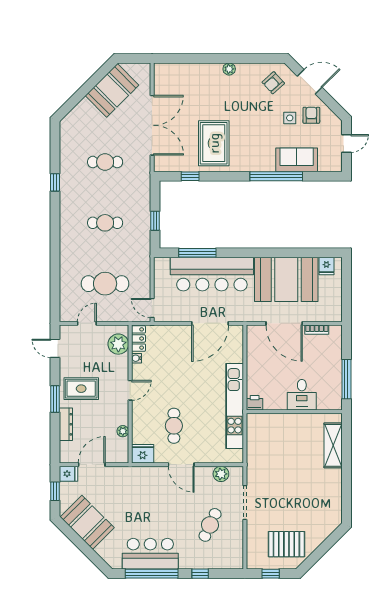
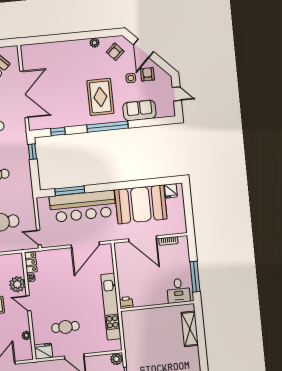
plant: (229, 69) -> (95, 43), moved
door: (310, 82) -> (143, 48), swing flipped
rug: (214, 143) -> (100, 97), moved
door: (346, 143) -> (177, 94), hinge flipped
window: (276, 176) -> (108, 127), moved
window: (155, 221) -> (32, 152), moved
plant: (118, 344) -> (17, 284), moved
door: (130, 390) -> (29, 303), swing flipped
desk: (302, 395) -> (178, 291), moved
cafe table: (174, 426) -> (65, 327), turned 90
plant: (221, 474) -> (116, 359), moved

